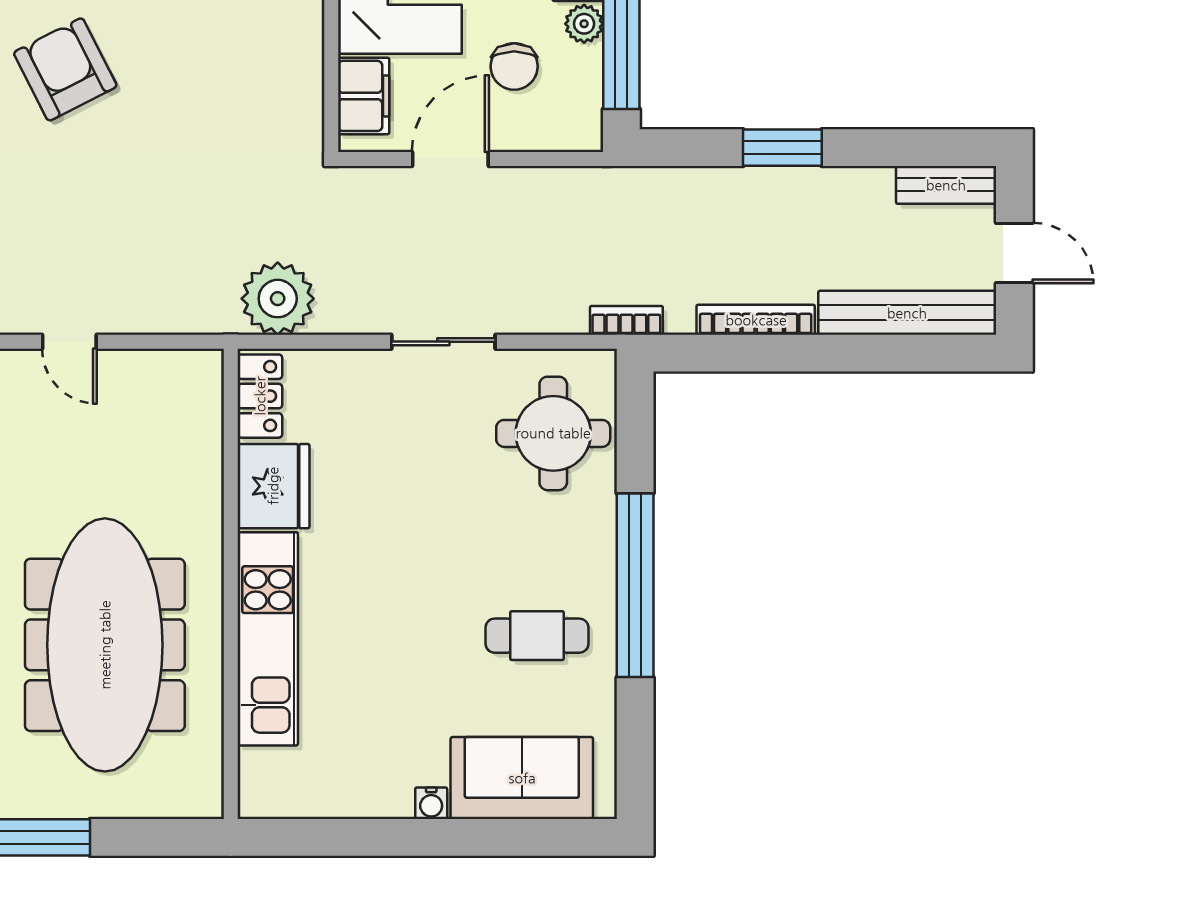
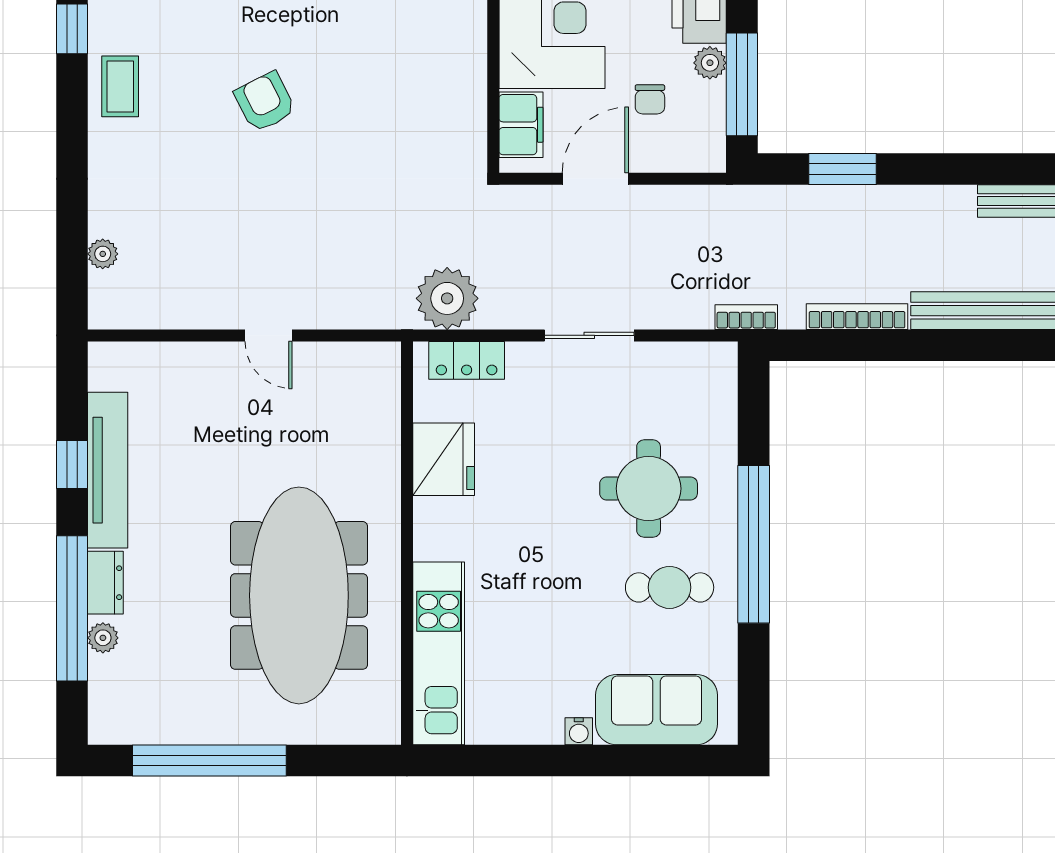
chair: (514, 66) -> (650, 99), width x0.73, depth x0.73
armchair: (65, 69) -> (265, 102), width x0.72, depth x0.72
window: (782, 148) -> (843, 169), moved
locker: (260, 396) -> (467, 360), moved, turned 90
round table: (553, 433) -> (649, 489), moved
kitchen unit: (268, 639) -> (439, 653), moved

